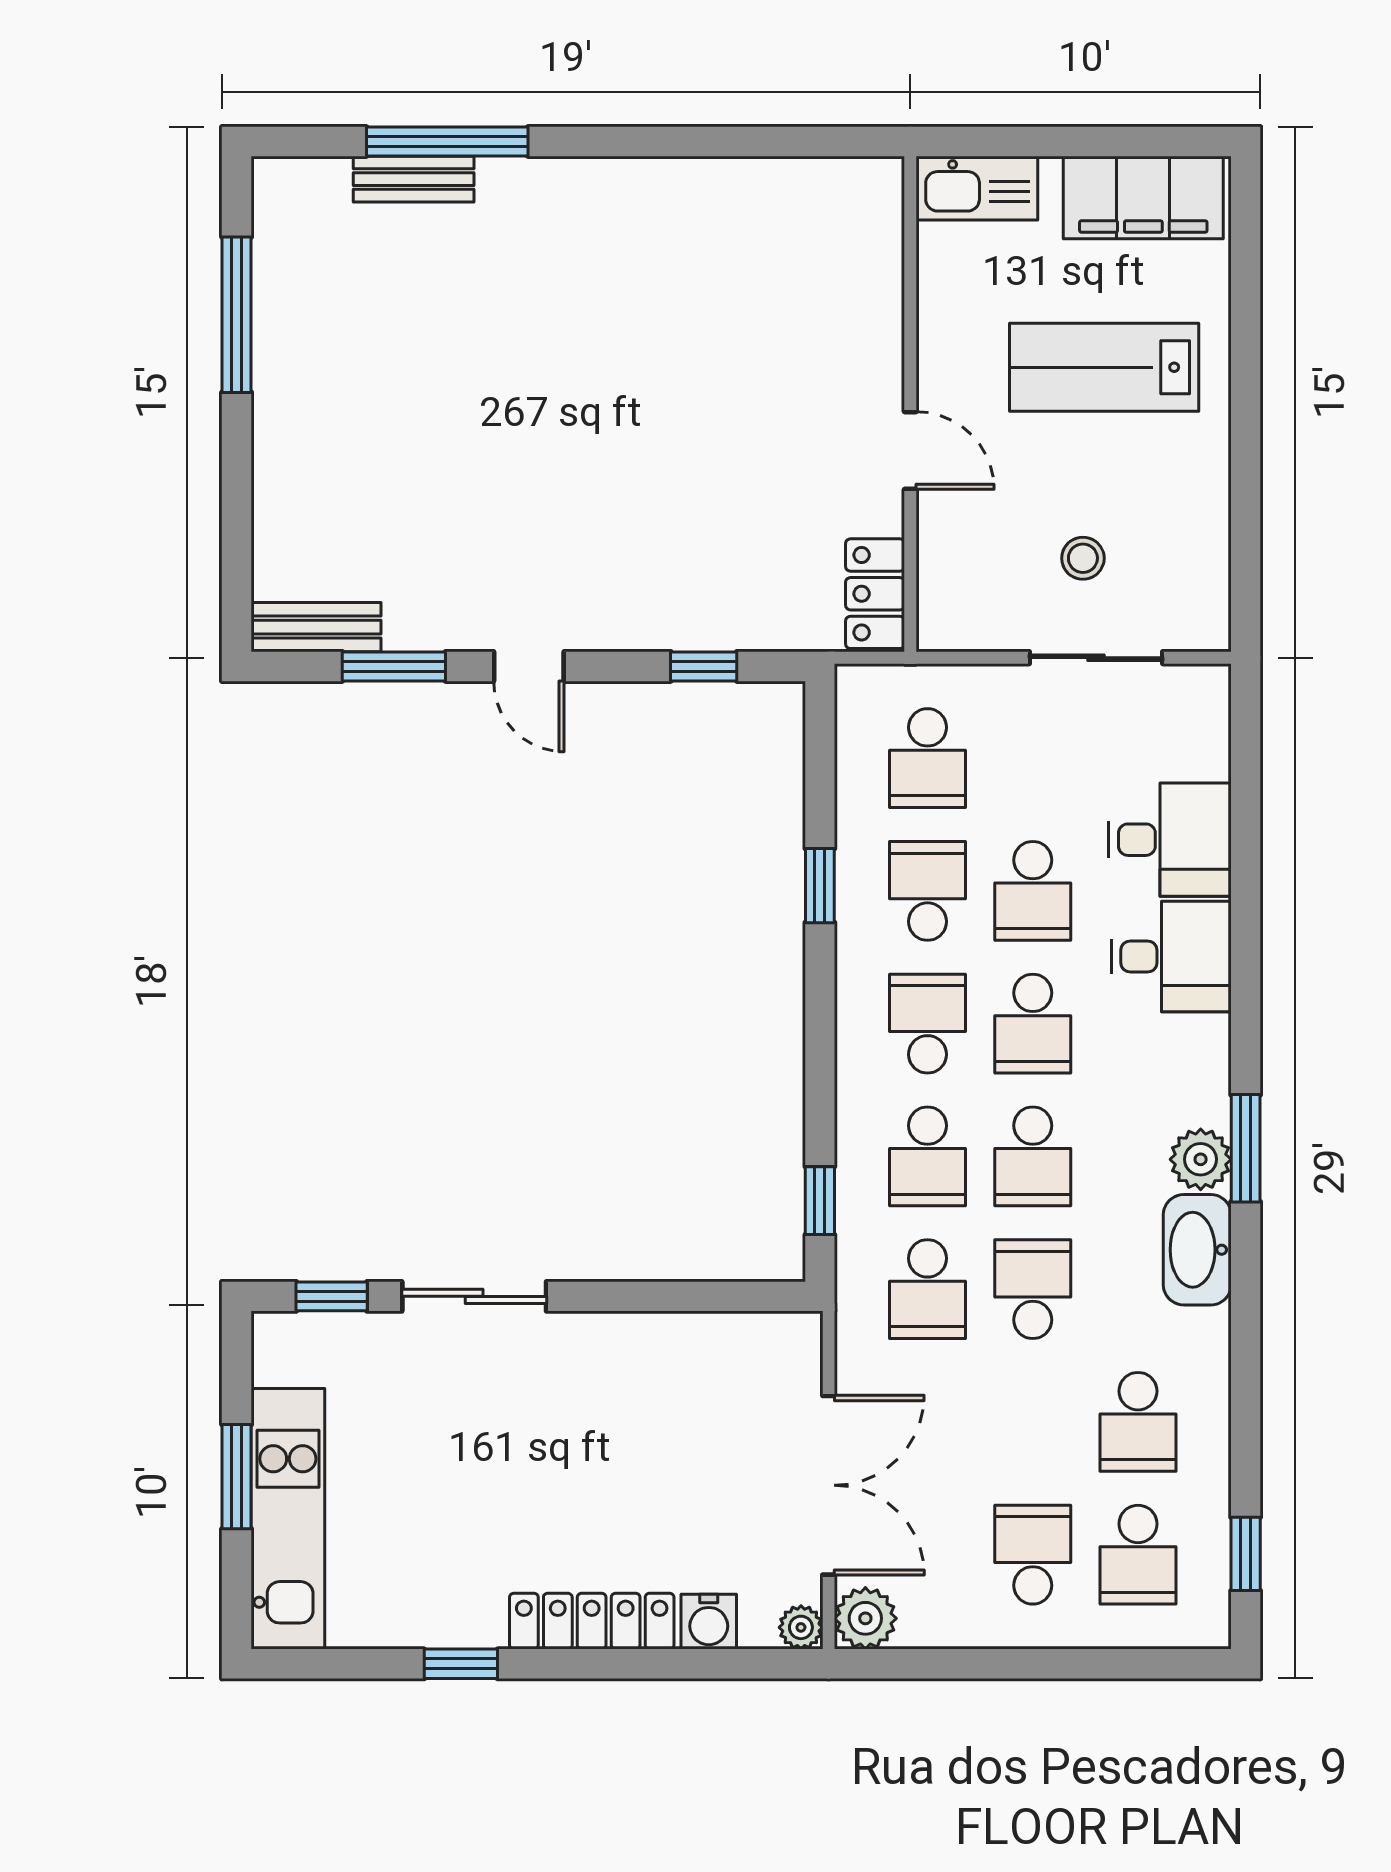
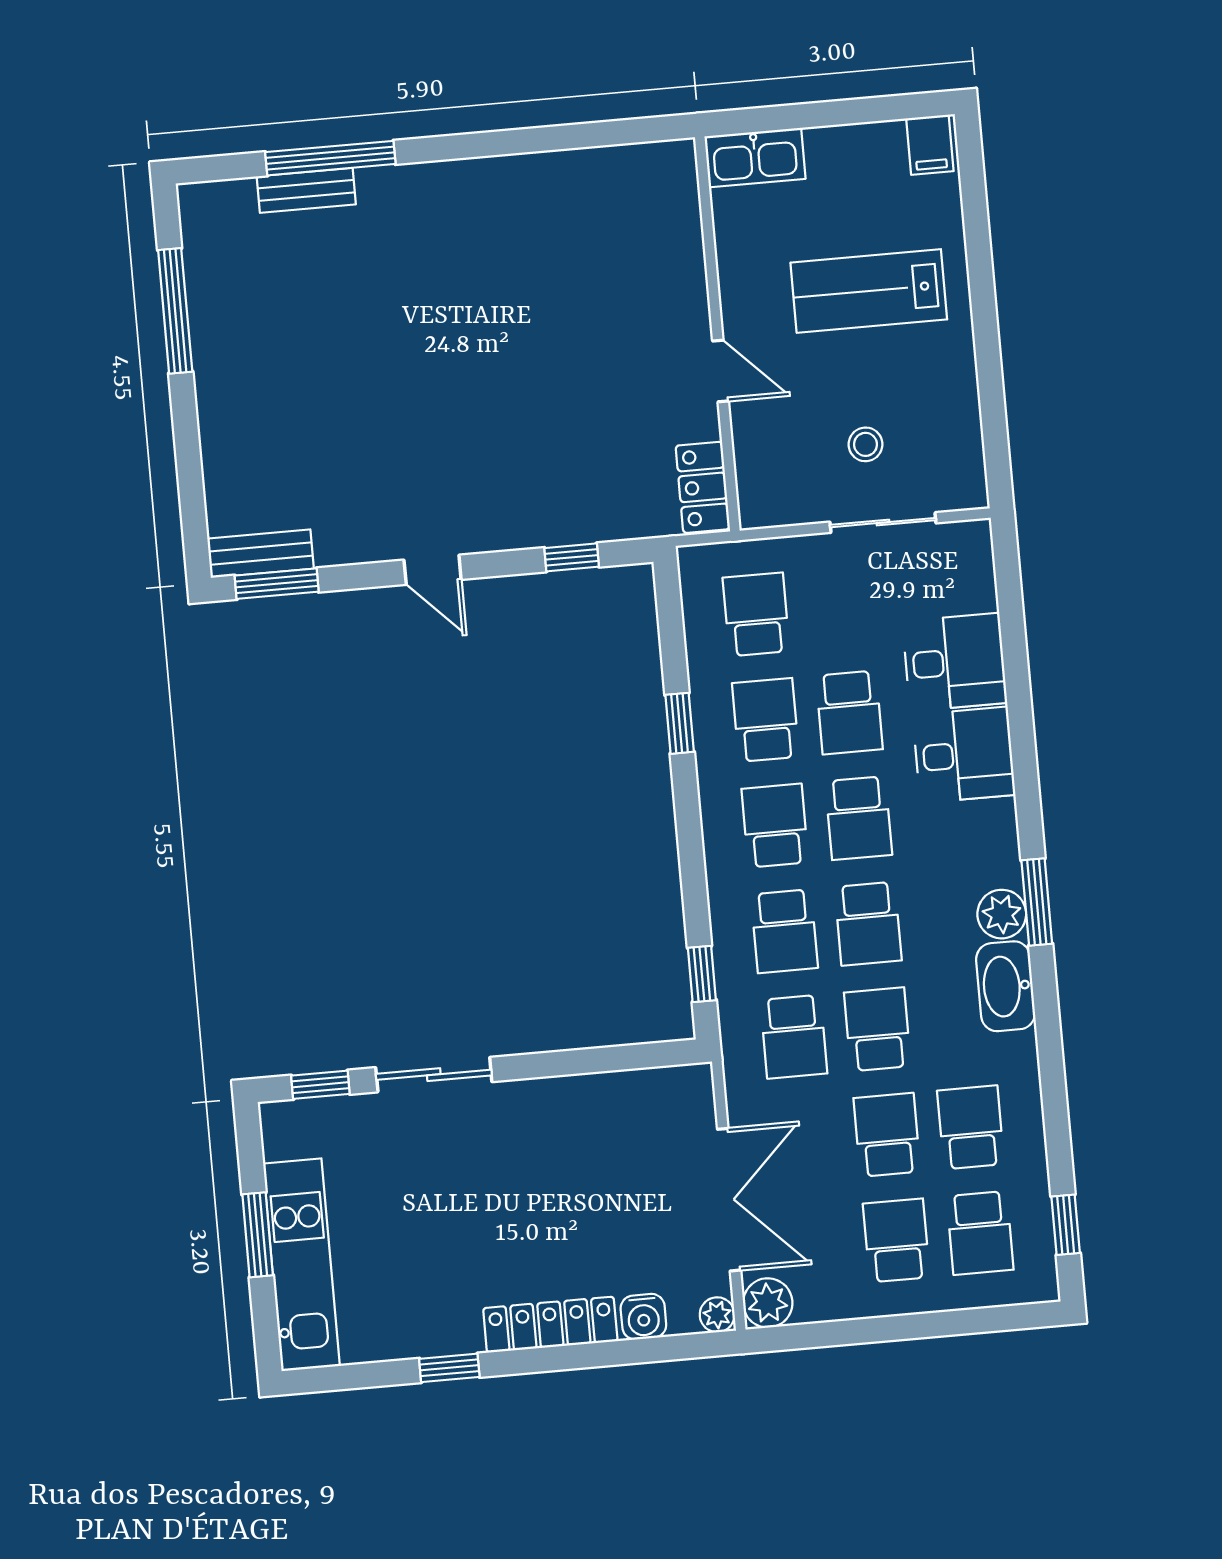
filing cabinet: (1143, 197) -> (930, 145), width x0.33, depth x0.86
window: (394, 666) -> (277, 584), moved
school desk: (928, 758) -> (756, 614), turned 180
school desk: (1033, 1422) -> (887, 1135), added
school desk: (1138, 1422) -> (971, 1127), turned 180

